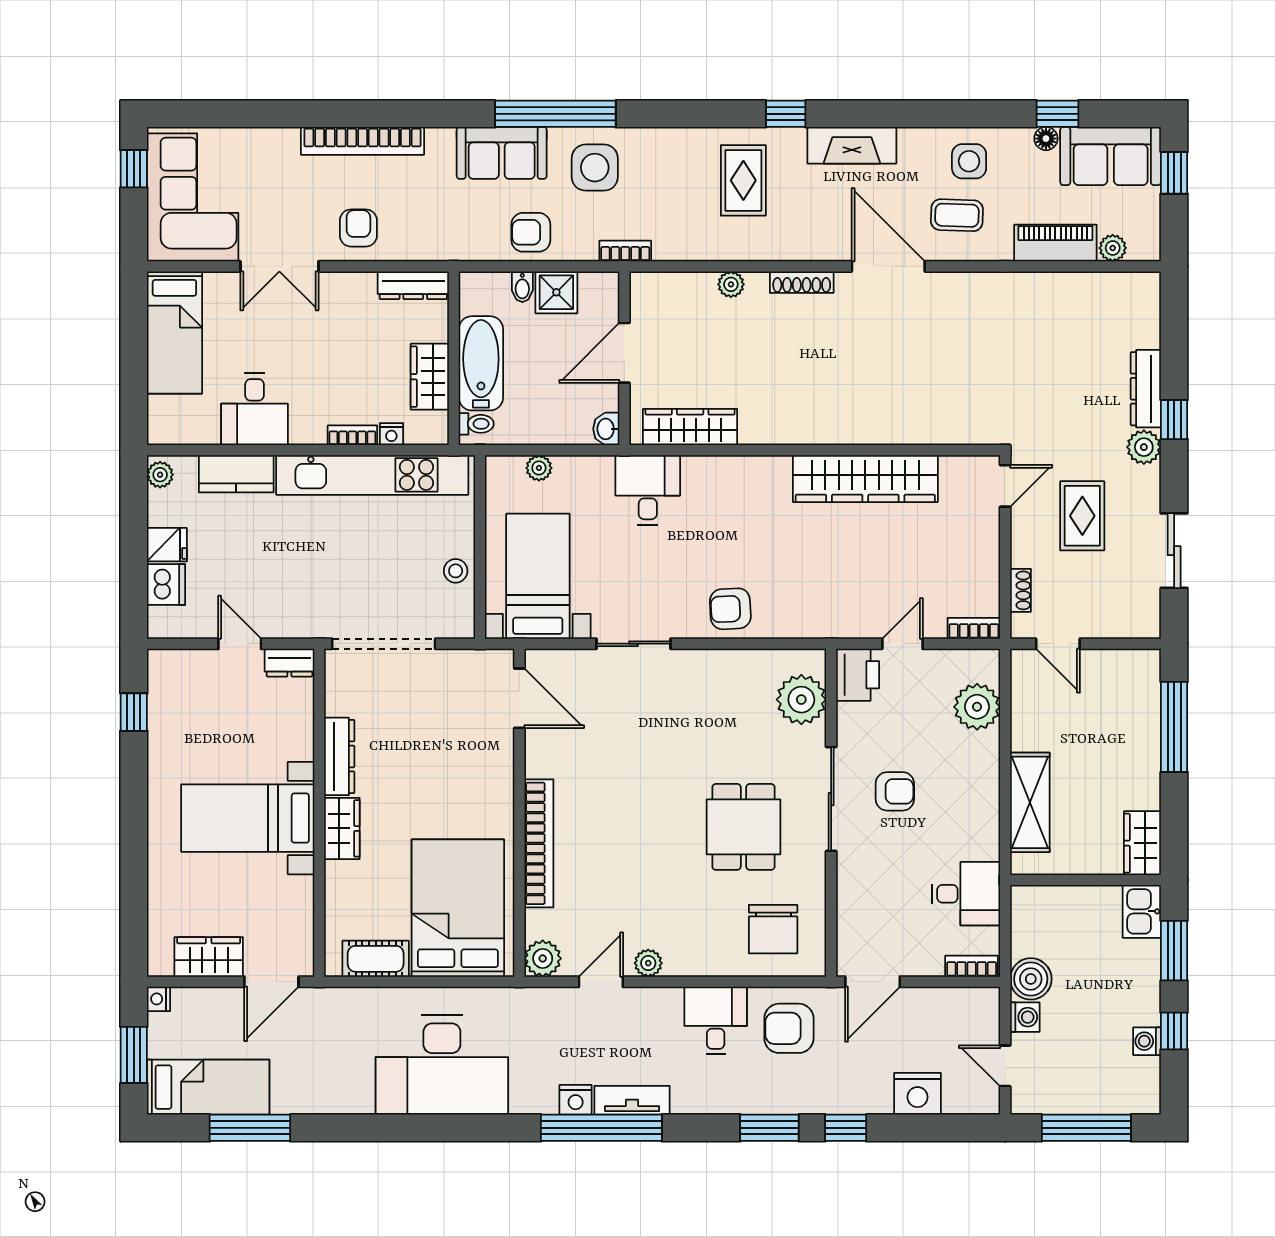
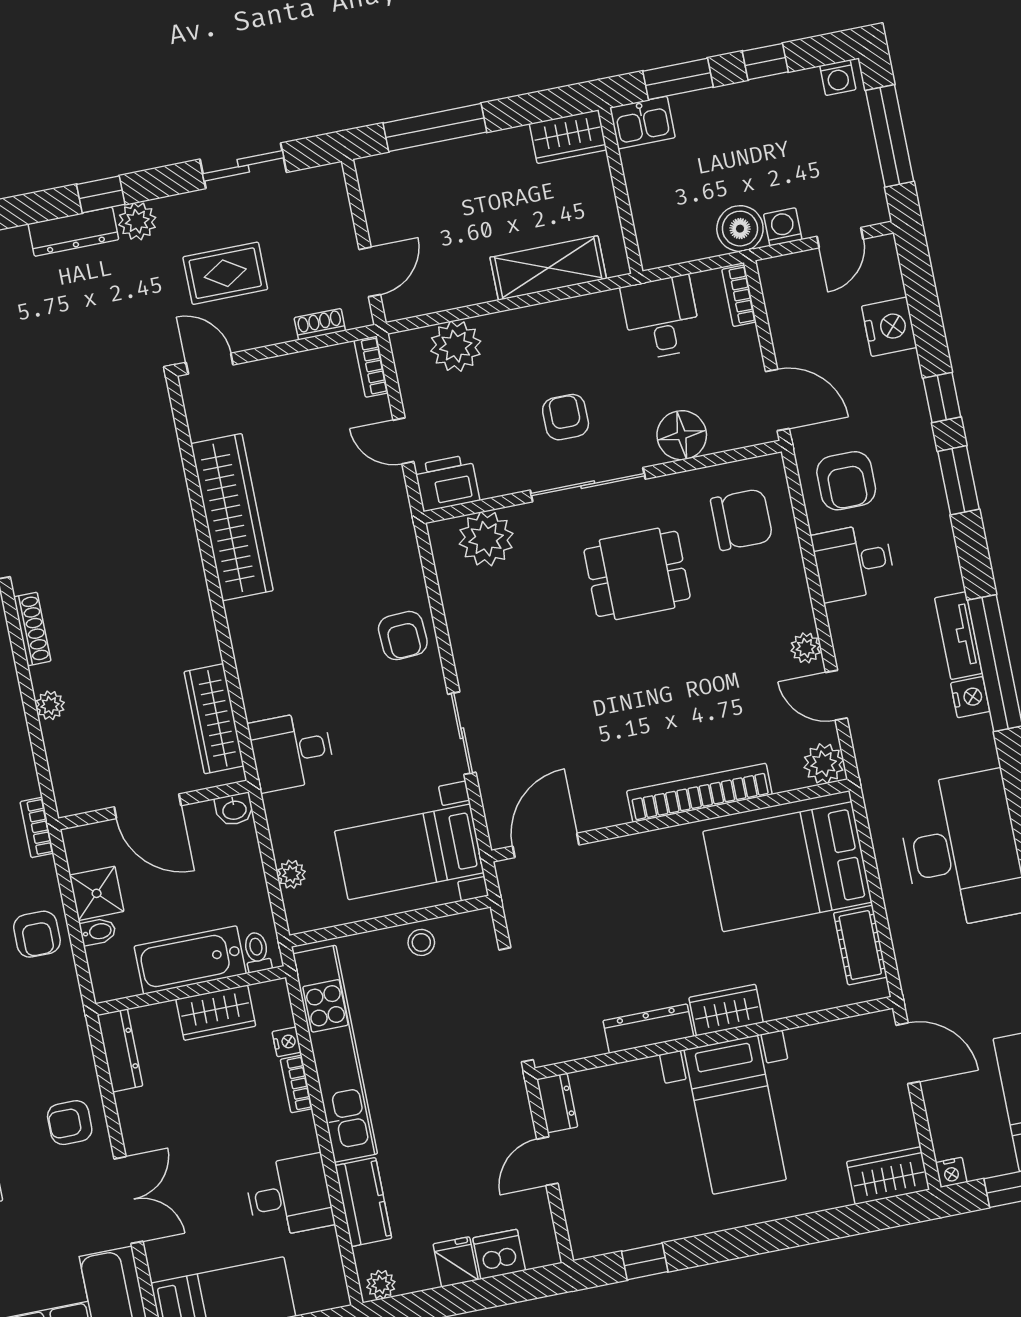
floor lamp: (858, 891) -> (682, 435), added
wardrobe: (209, 957) -> (888, 1176), moved, turned 90
washing machine: (1147, 1041) -> (838, 78), moved

